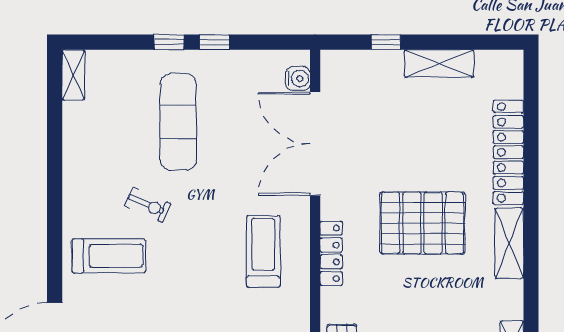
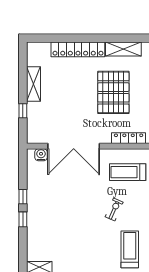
exercise mat: (178, 122) -> (63, 215), removed
exercise bike: (148, 205) -> (114, 210), moved

